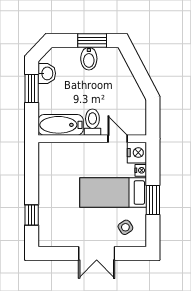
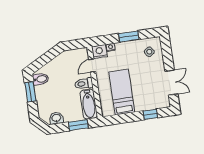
bidet: (89, 59) -> (41, 79), moved
window: (32, 88) -> (78, 125), moved
bed: (113, 193) -> (122, 92), moved, turned 180
double door: (97, 253) -> (171, 83), moved

